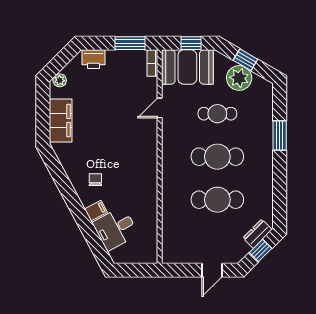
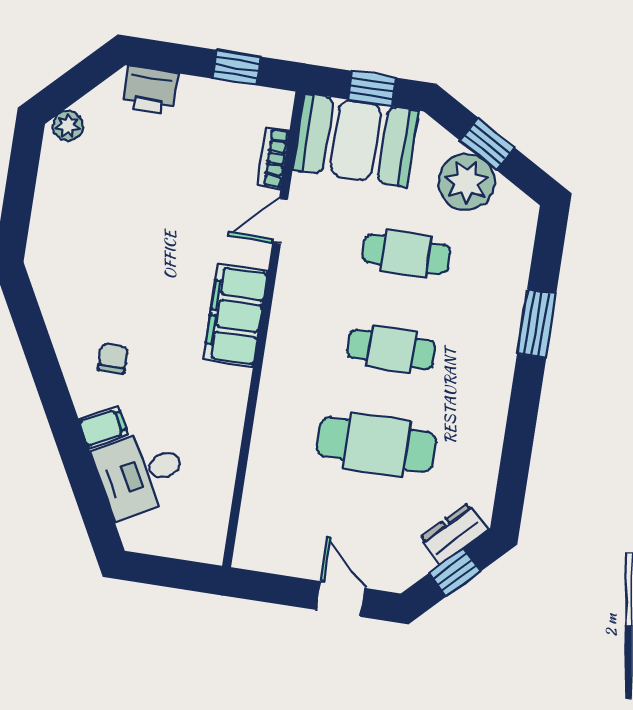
window: (130, 43) -> (237, 68), width x0.67
bookcase: (152, 63) -> (273, 158), moved
filing cabinet: (61, 120) -> (236, 315), moved, turned 180
cafe table: (217, 157) -> (391, 349), width x0.73, depth x0.74
door: (212, 270) -> (340, 599), swing flipped

